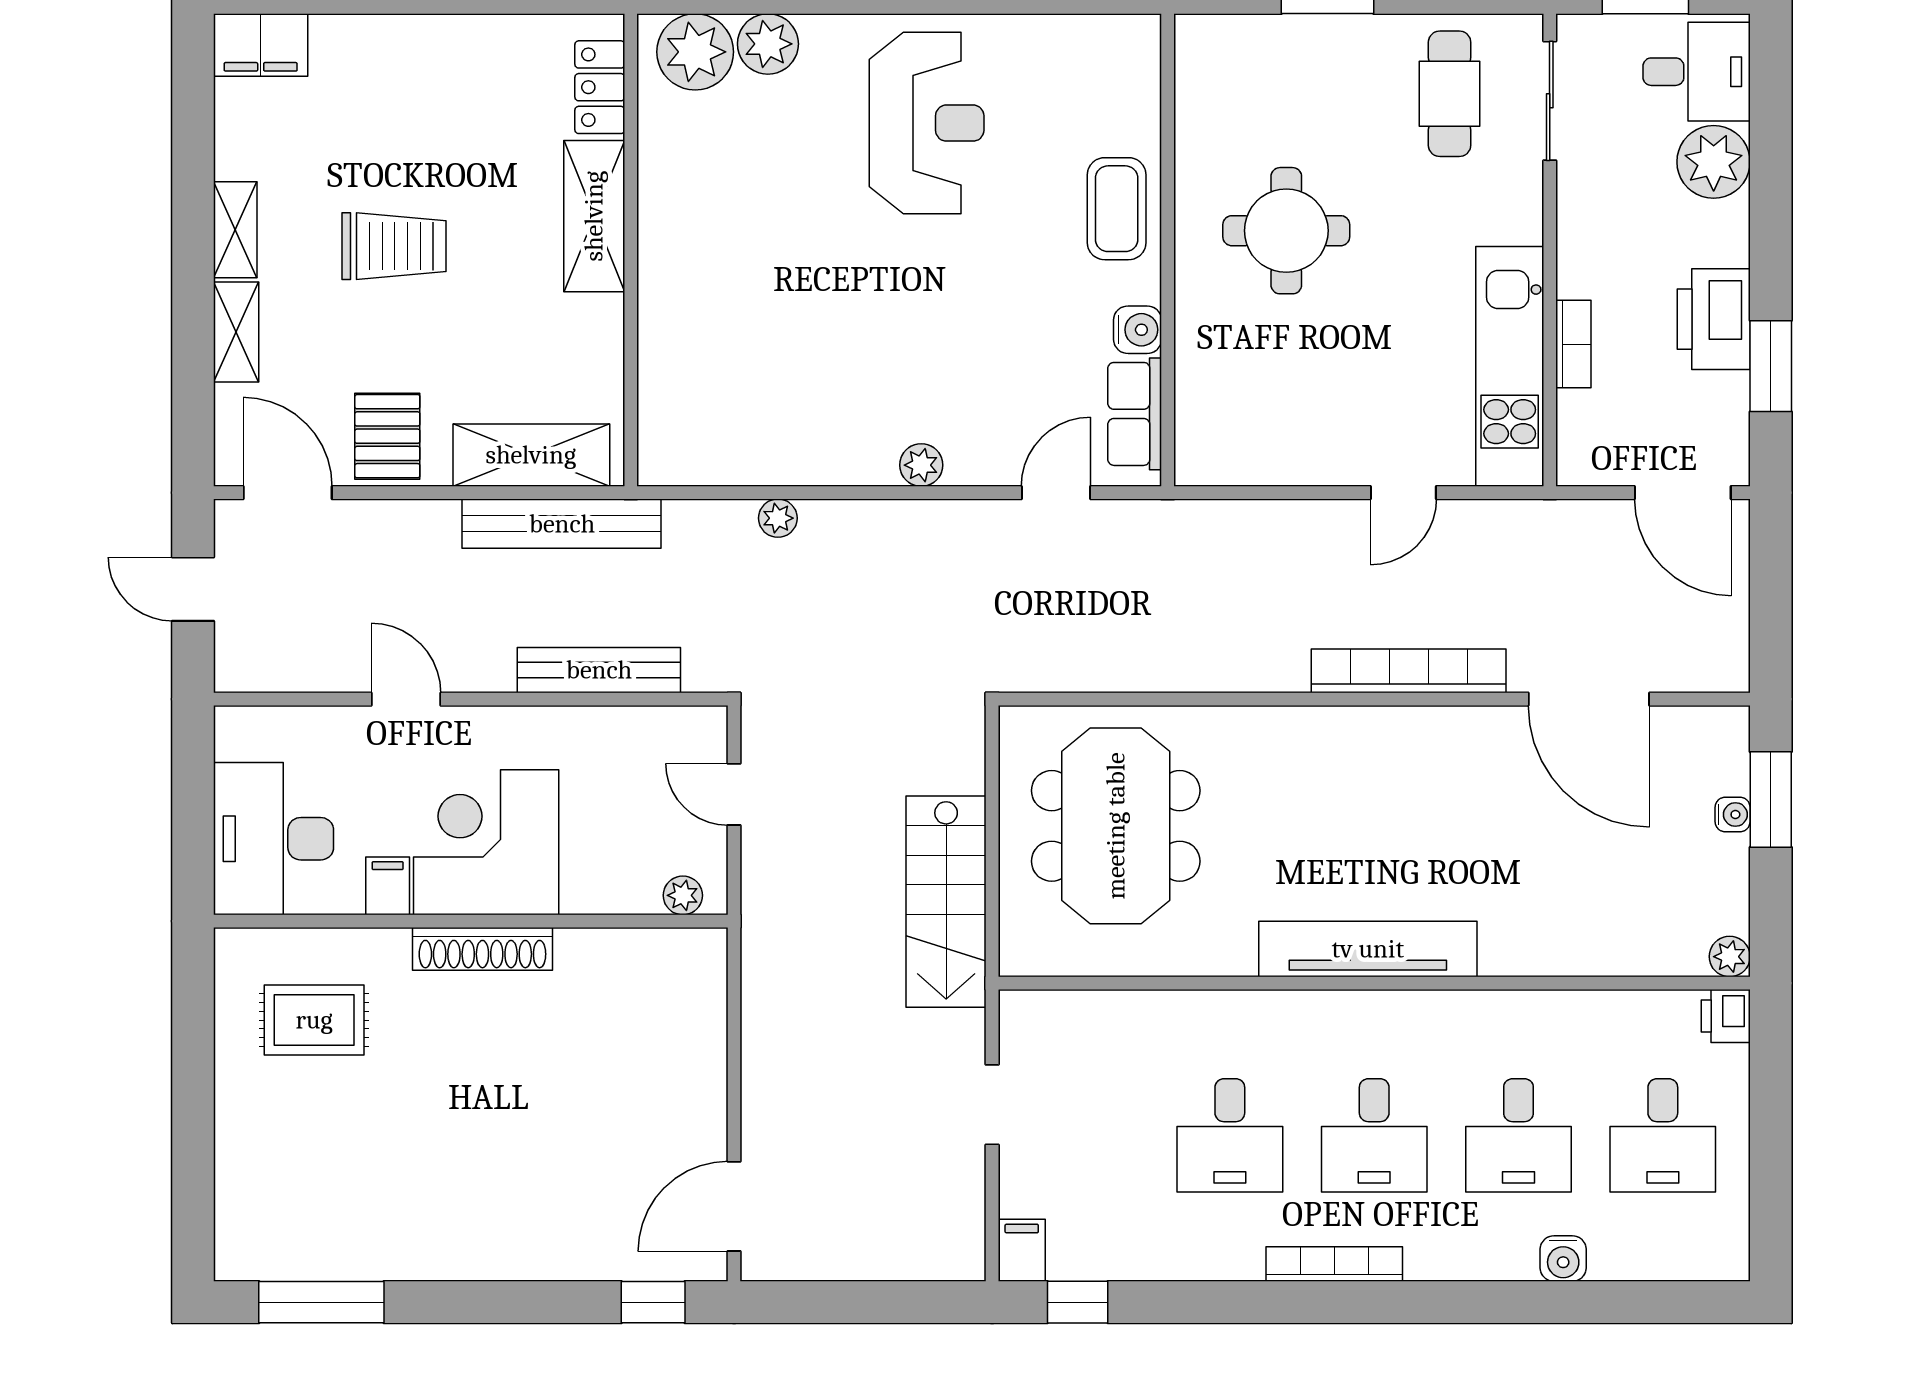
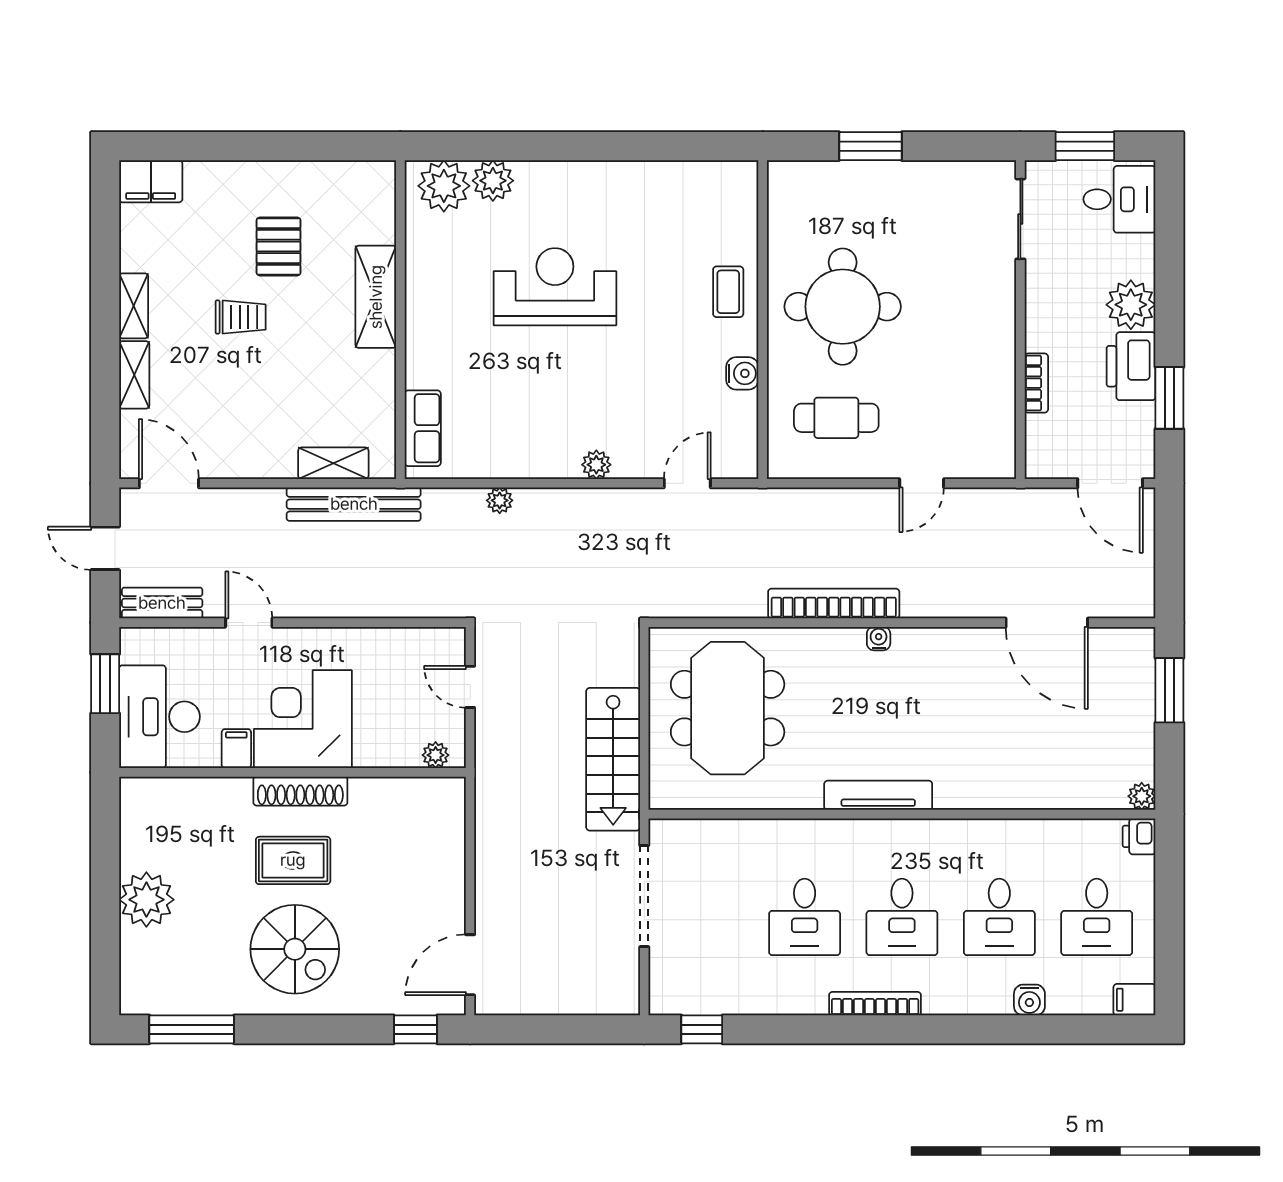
locker: (600, 87) -> (379, 210), removed
cafe table: (1450, 94) -> (836, 418), moved, turned 90
reception desk: (927, 123) -> (555, 287), moved, turned -90
plant: (1714, 162) -> (1131, 305), moved
coffee table: (1117, 209) -> (728, 292), width x0.73, depth x0.77
round table: (1286, 231) -> (843, 307), width x1.36, depth x1.36
trolley: (394, 246) -> (241, 317), width x0.73, depth x0.72
kitchen unit: (1510, 366) -> (993, 398), removed
row of seats: (1135, 414) -> (423, 428), moved, turned 180
pallet: (387, 436) -> (279, 246), moved
shelving: (531, 455) -> (333, 463), width x0.67, depth x0.75
bench: (599, 670) -> (162, 603), moved, width x0.73
bookcase: (1409, 671) -> (834, 604), moved
window: (193, 790) -> (105, 684), added
water cooler: (1733, 814) -> (879, 639), moved, turned -90
tv unit: (1368, 949) -> (878, 795), width x0.73, depth x0.78
rug: (314, 1020) -> (293, 860), moved
doorway: (992, 1105) -> (644, 896), width x1.87
plant: (254, 1110) -> (146, 900), added
spiral stairs: (474, 1183) -> (295, 949), added
filing cabinet: (1022, 1250) -> (1134, 1000), moved, turned -90

